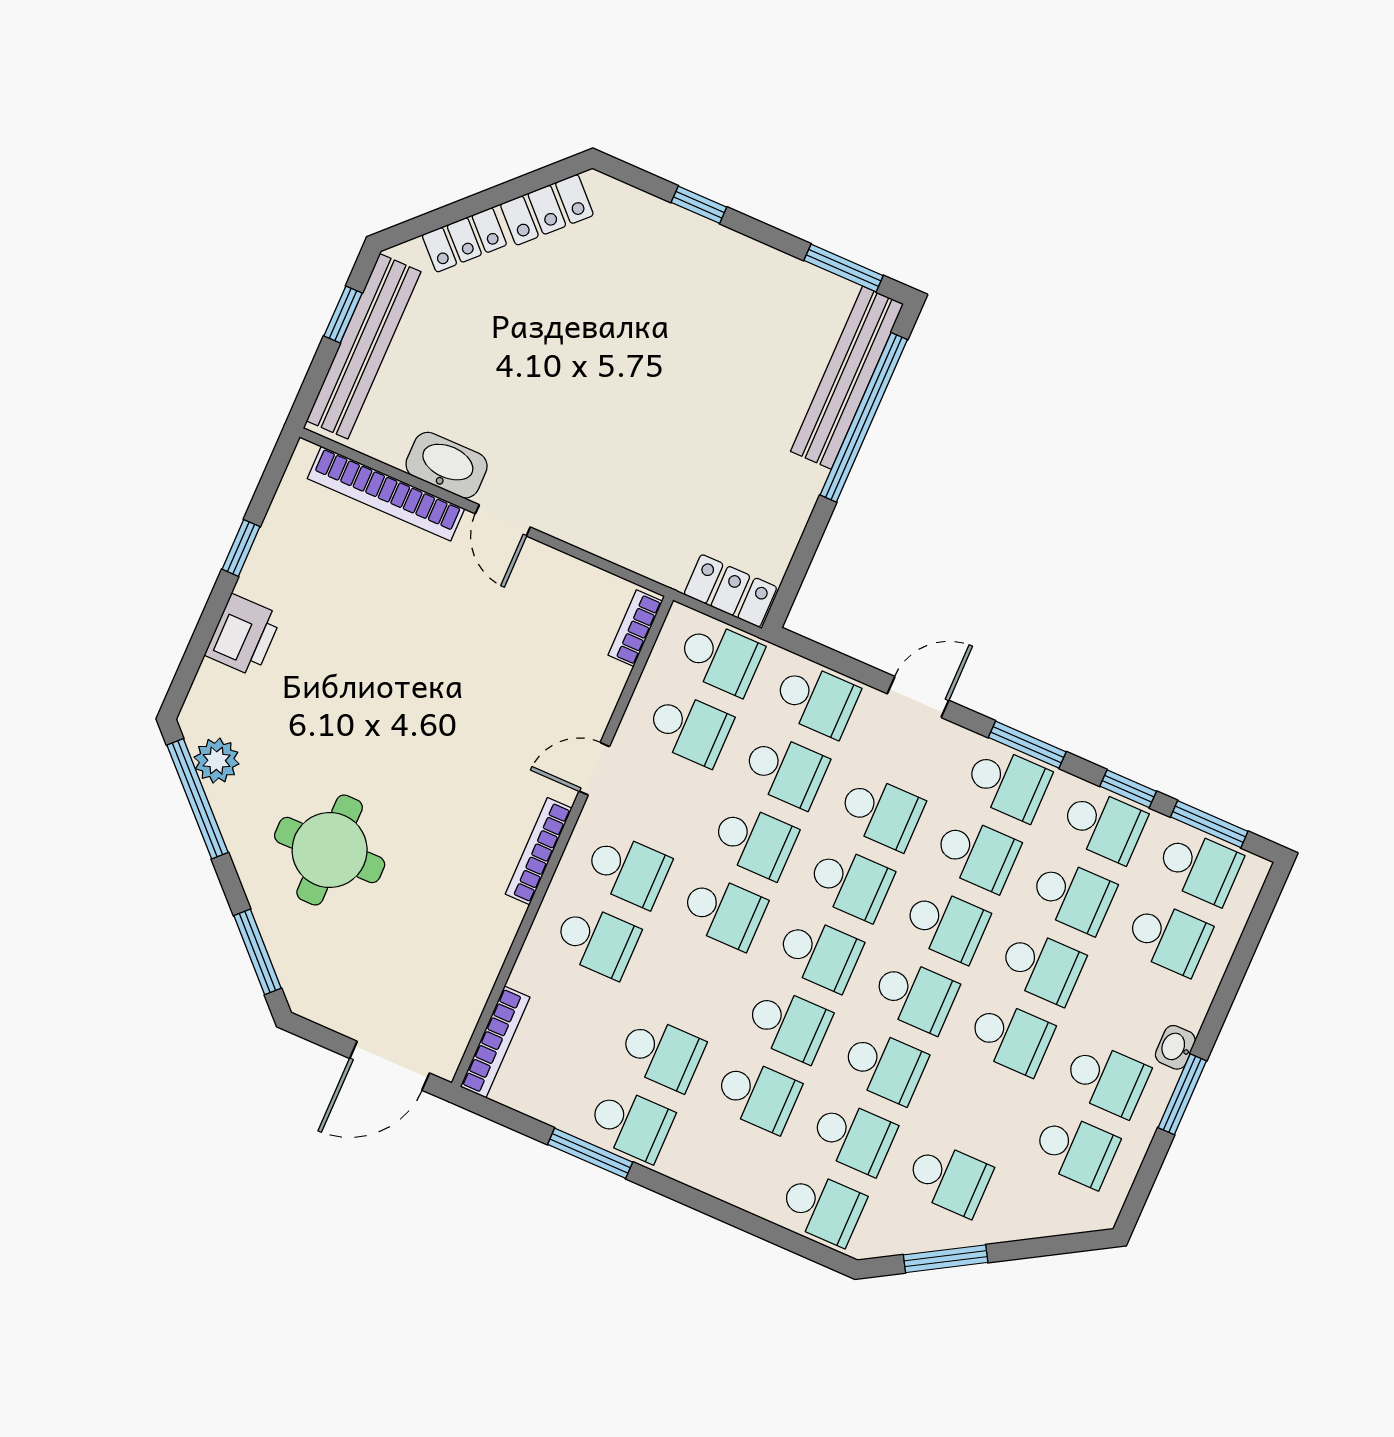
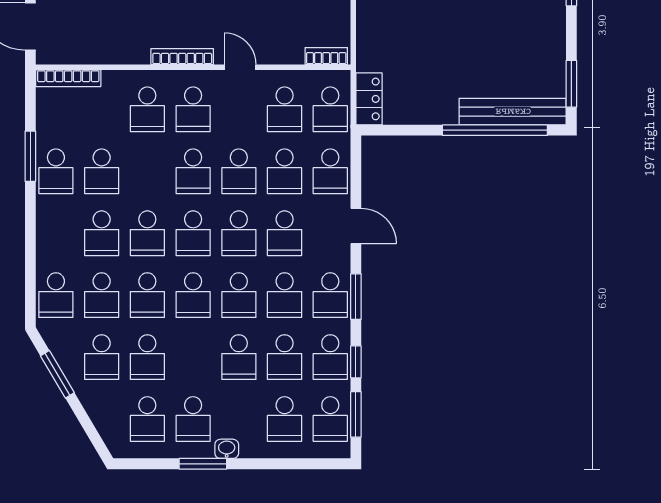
school desk: (1011, 1037) -> (147, 357), moved

